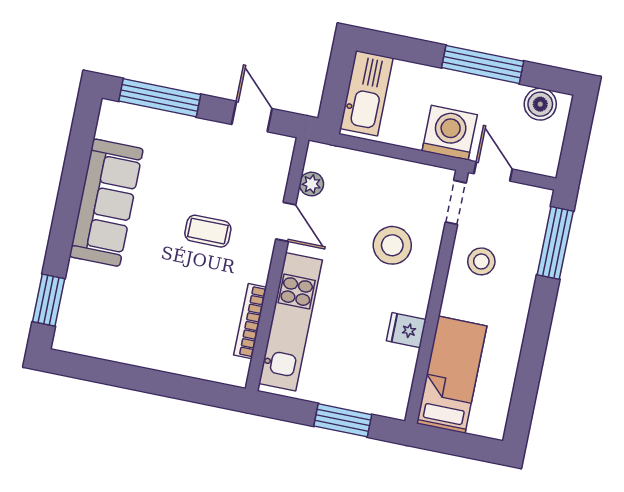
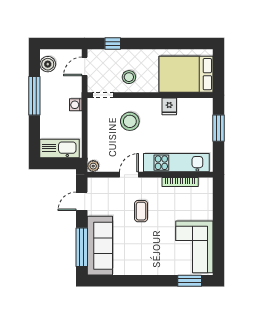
washing machine: (450, 133) -> (76, 105), width x0.53, depth x0.53
door: (493, 171) -> (85, 66), moved
plant: (311, 184) -> (93, 166), moved
sofa: (106, 203) -> (100, 246), moved, turned 90
window: (555, 243) -> (113, 43), width x0.46
corner sofa: (115, 324) -> (194, 247), added
bed: (452, 375) -> (186, 74), width x1.50

